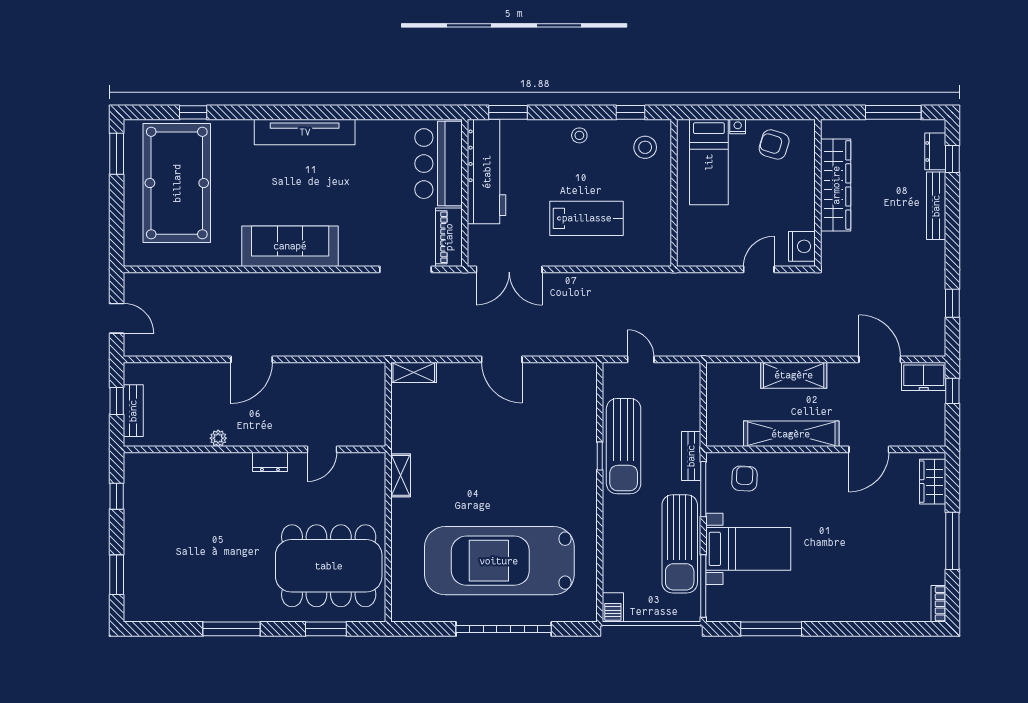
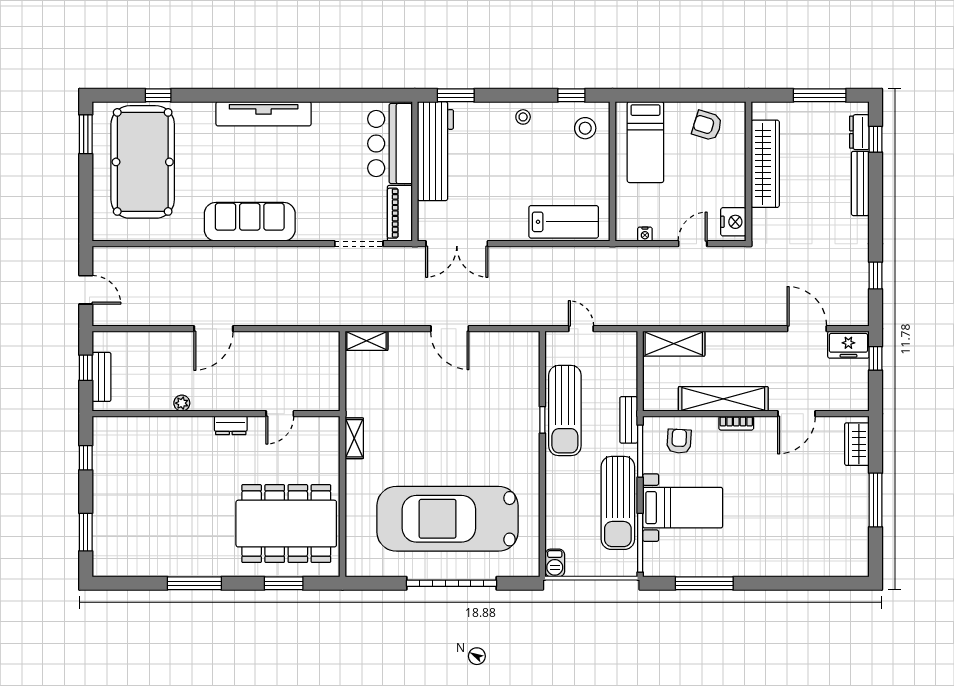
nightstand: (738, 127) -> (645, 234), moved, turned 180
lab bench: (587, 218) -> (564, 222), moved
shelving: (794, 375) -> (674, 344), moved
bookcase: (938, 604) -> (736, 423), moved, turned -90

